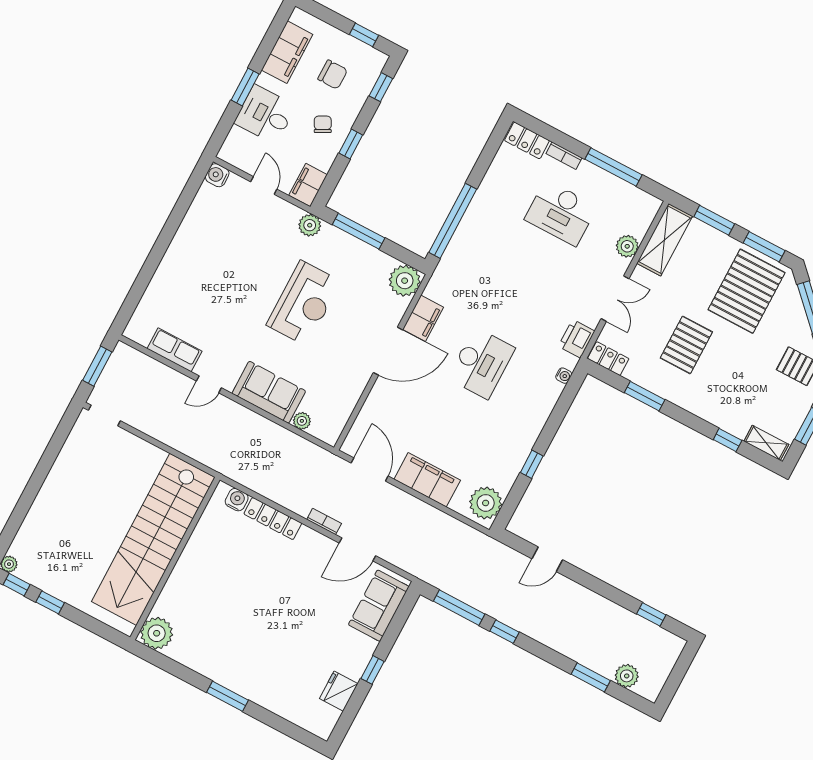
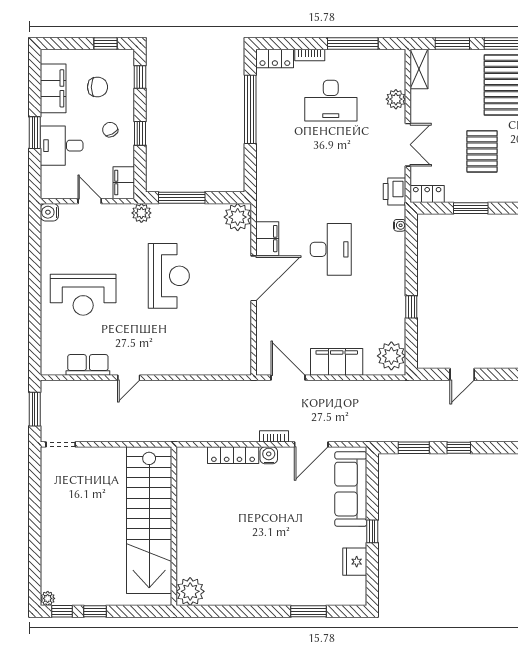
window: (453, 221) -> (250, 109), moved
shelving: (665, 240) -> (419, 69), width x0.67, depth x0.75
reception desk: (207, 276) -> (83, 295), added
sofa: (269, 392) -> (178, 359), removed
plant: (302, 421) -> (216, 368), removed
water cooler: (237, 500) -> (269, 455), moved
sofa: (379, 606) -> (351, 489), width x1.36
window: (459, 608) -> (414, 448), width x0.69
window: (227, 696) -> (308, 611), moved

